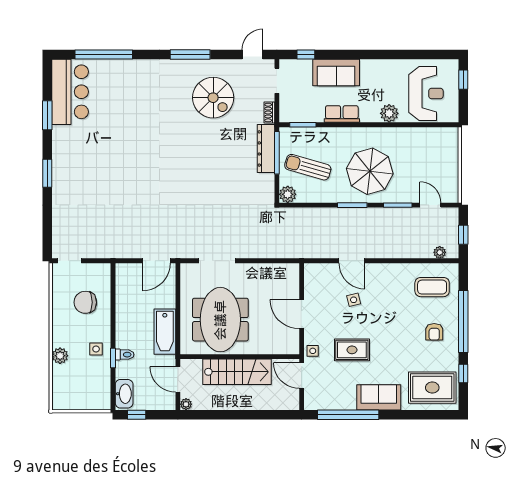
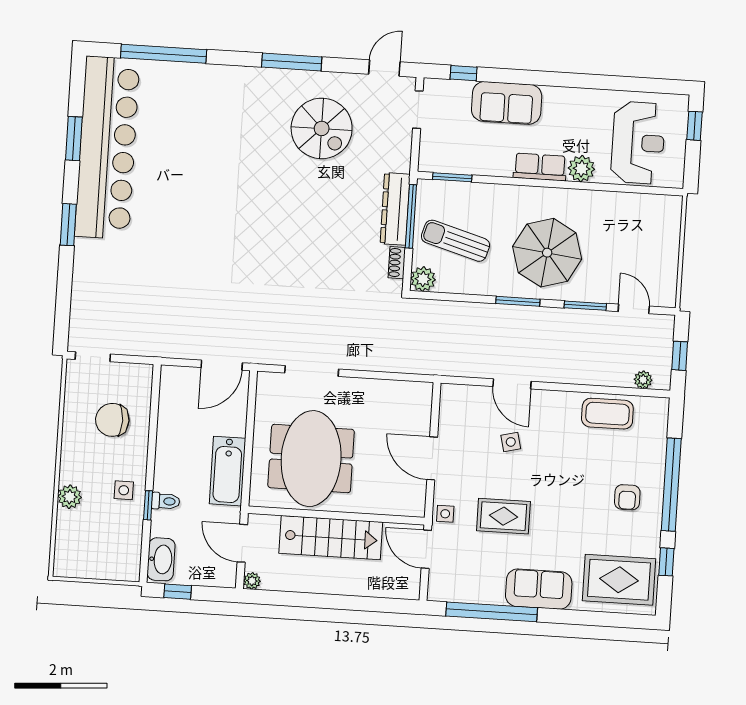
bar counter: (70, 92) -> (107, 148), width x1.86
shoe rack: (269, 113) -> (397, 263), moved
row of seats: (342, 114) -> (540, 167), moved
coffee table: (432, 287) -> (607, 414), moved

